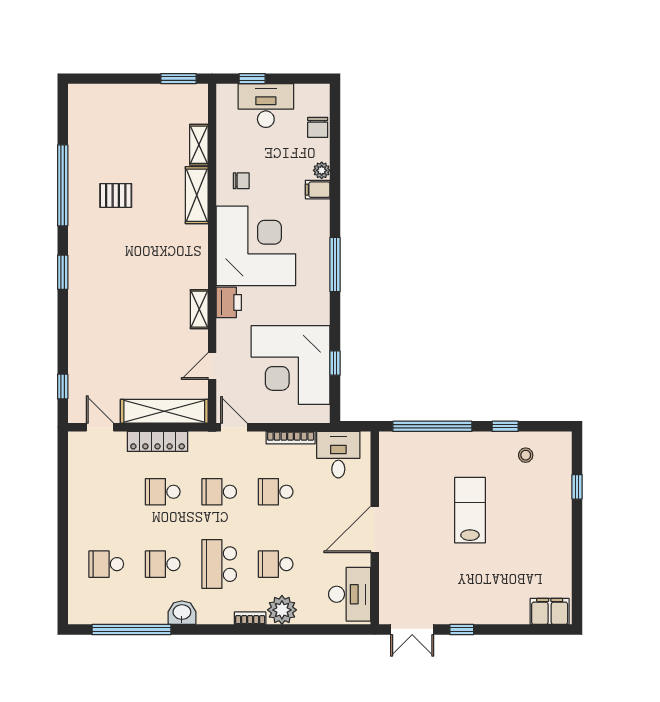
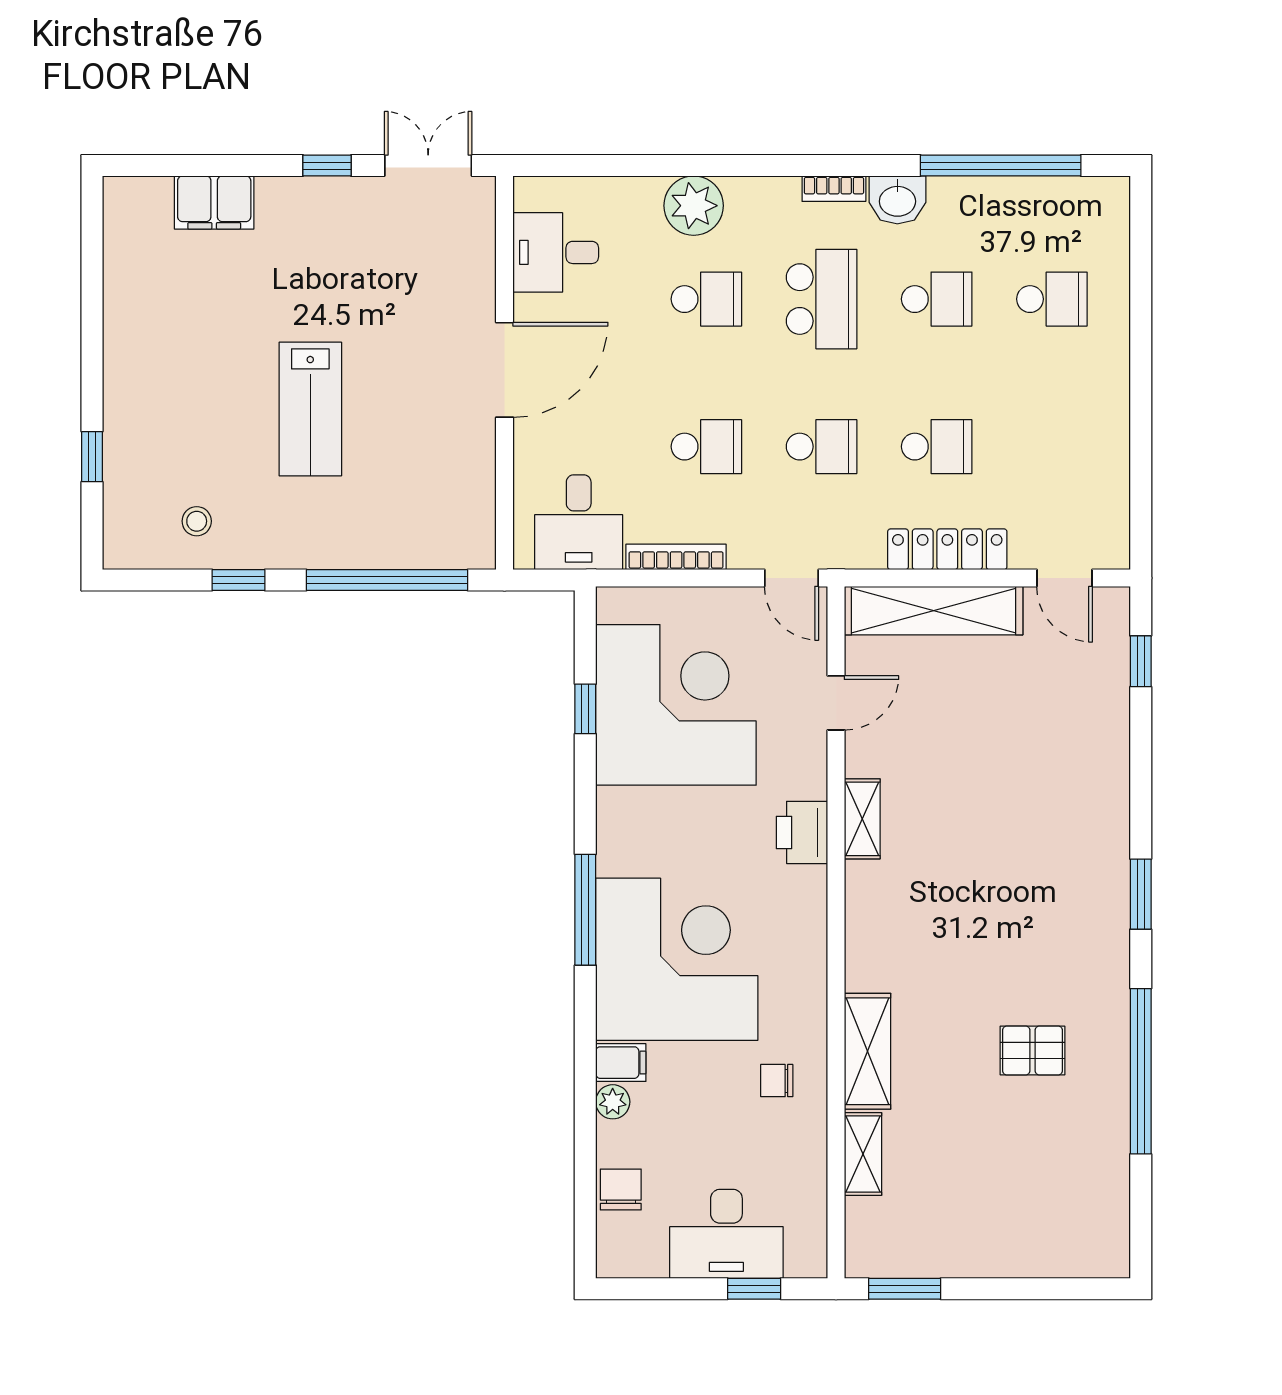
corner desk: (256, 246) -> (677, 959), moved, turned 180
desk: (350, 594) -> (556, 252), width x0.73
filing cabinet: (550, 611) -> (214, 202), moved
bookcase: (250, 618) -> (834, 189), moved

